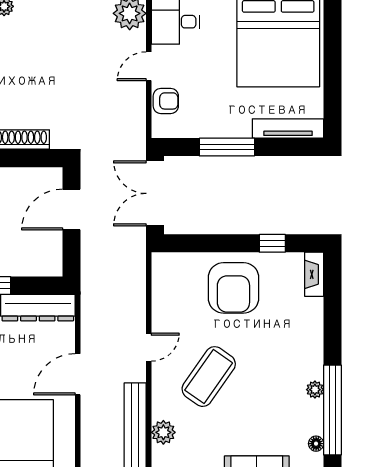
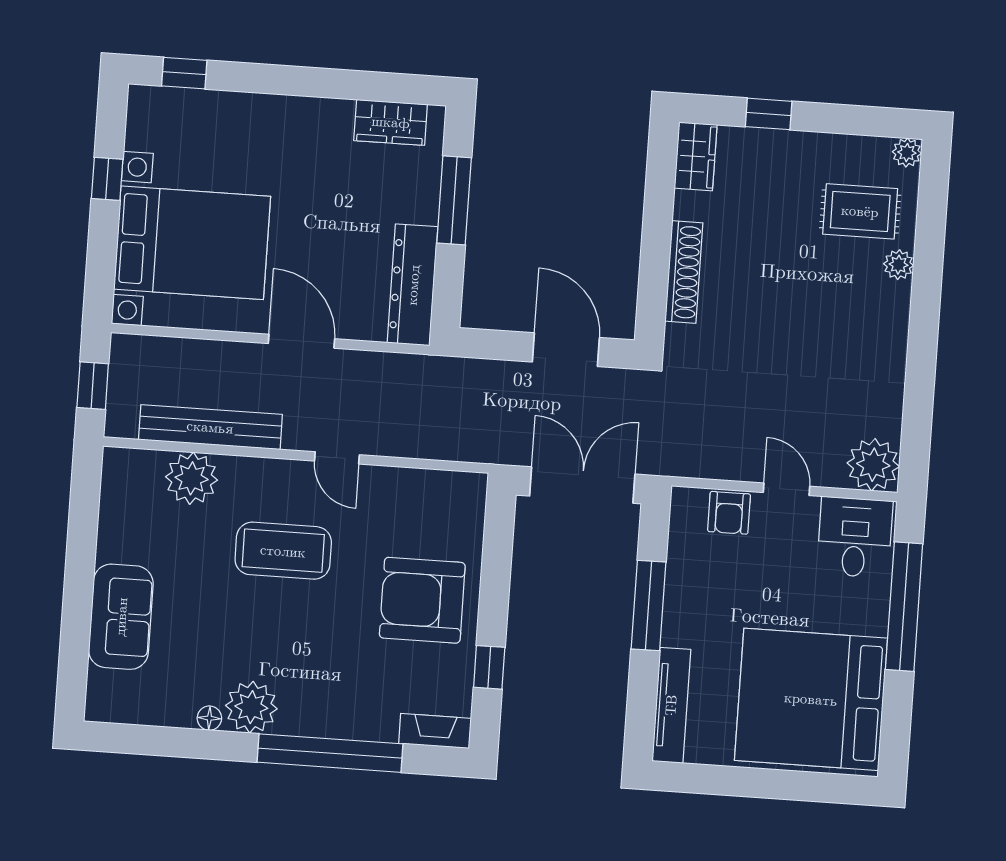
coffee table: (209, 377) -> (283, 551), turned -35
plant: (315, 390) -> (251, 707), width x1.88, depth x1.88
window: (332, 410) -> (330, 753), moved
plant: (163, 432) -> (192, 478), width x1.36, depth x1.36
floor lamp: (316, 444) -> (209, 718), moved

